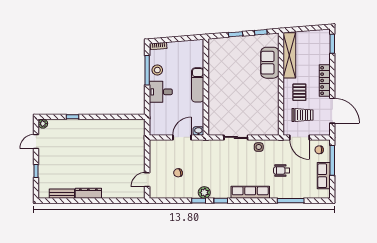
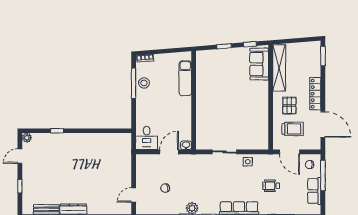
sofa: (270, 63) -> (259, 64), moved
exam couch: (198, 85) -> (185, 78), moved
desk: (161, 92) -> (147, 138), moved, turned -90

